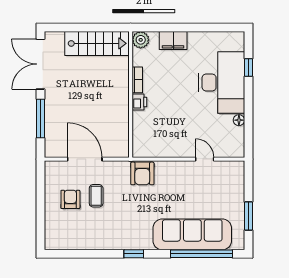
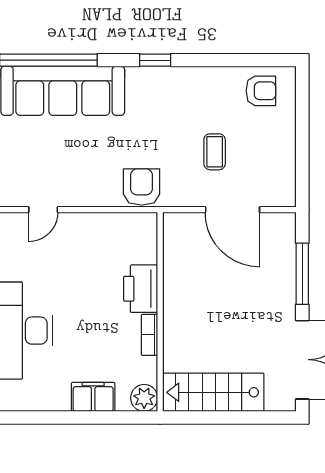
printer: (139, 102) -> (141, 289), width x1.87, depth x1.48
door: (205, 159) -> (43, 210), hinge flipped
armchair: (70, 199) -> (261, 91), moved, turned -90

